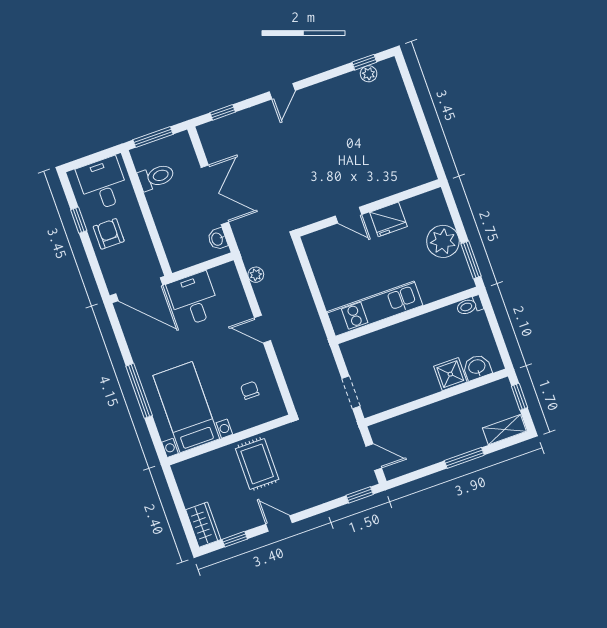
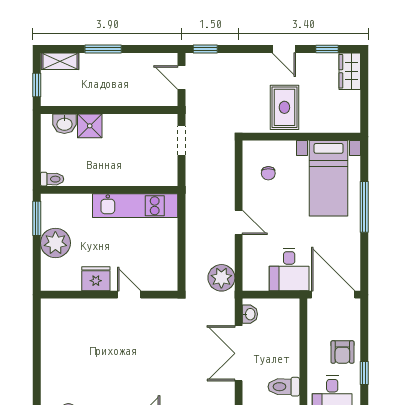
plant: (256, 275) -> (221, 278), width x1.88, depth x1.88

